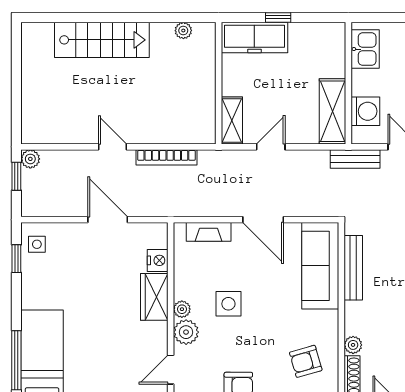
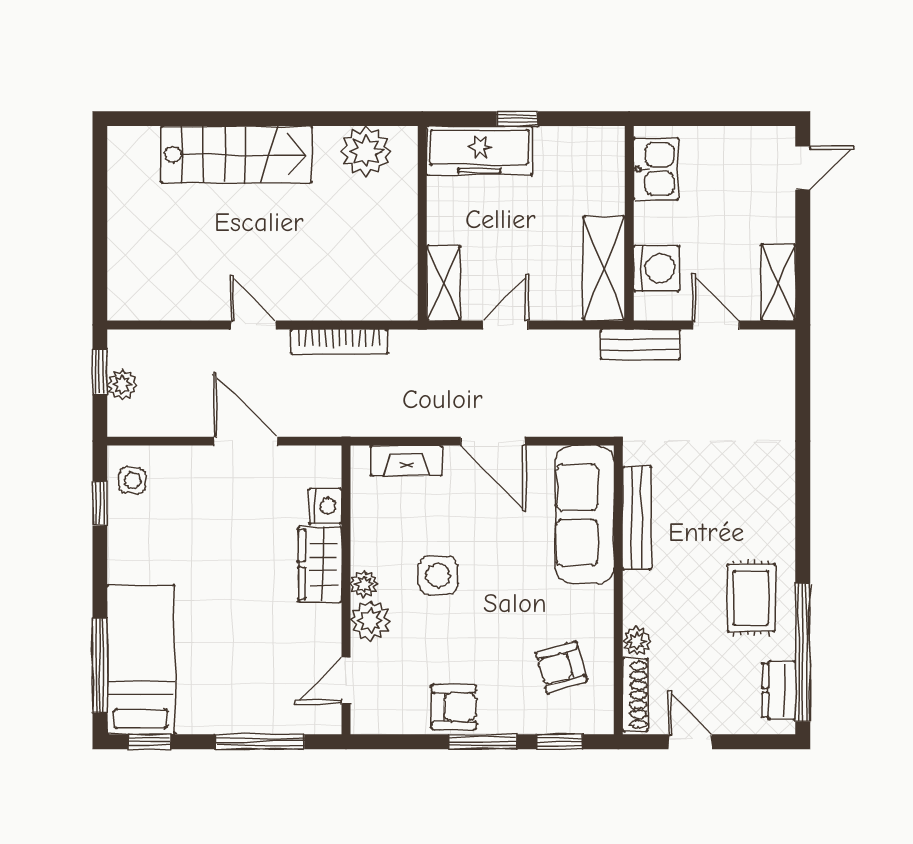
plant: (183, 31) -> (366, 151), width x1.88, depth x1.88
plant: (30, 159) -> (122, 384), moved

